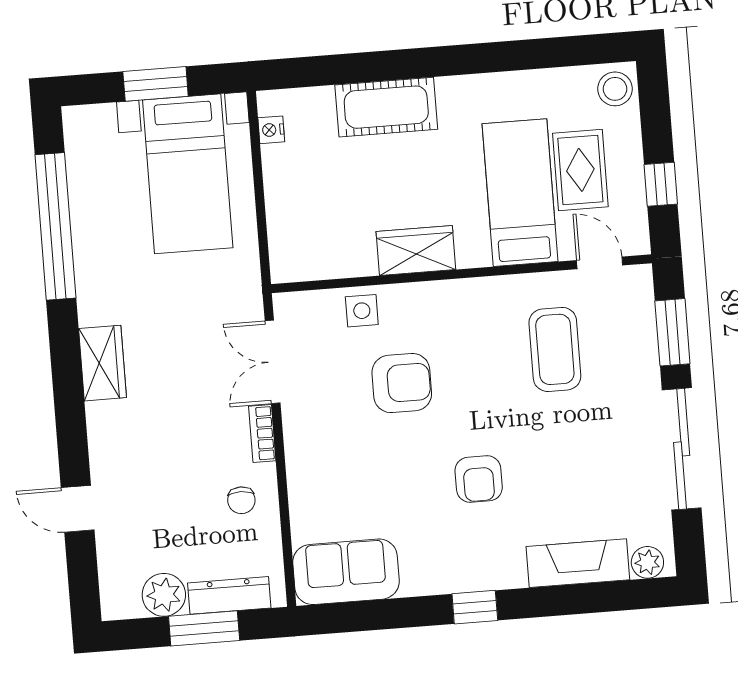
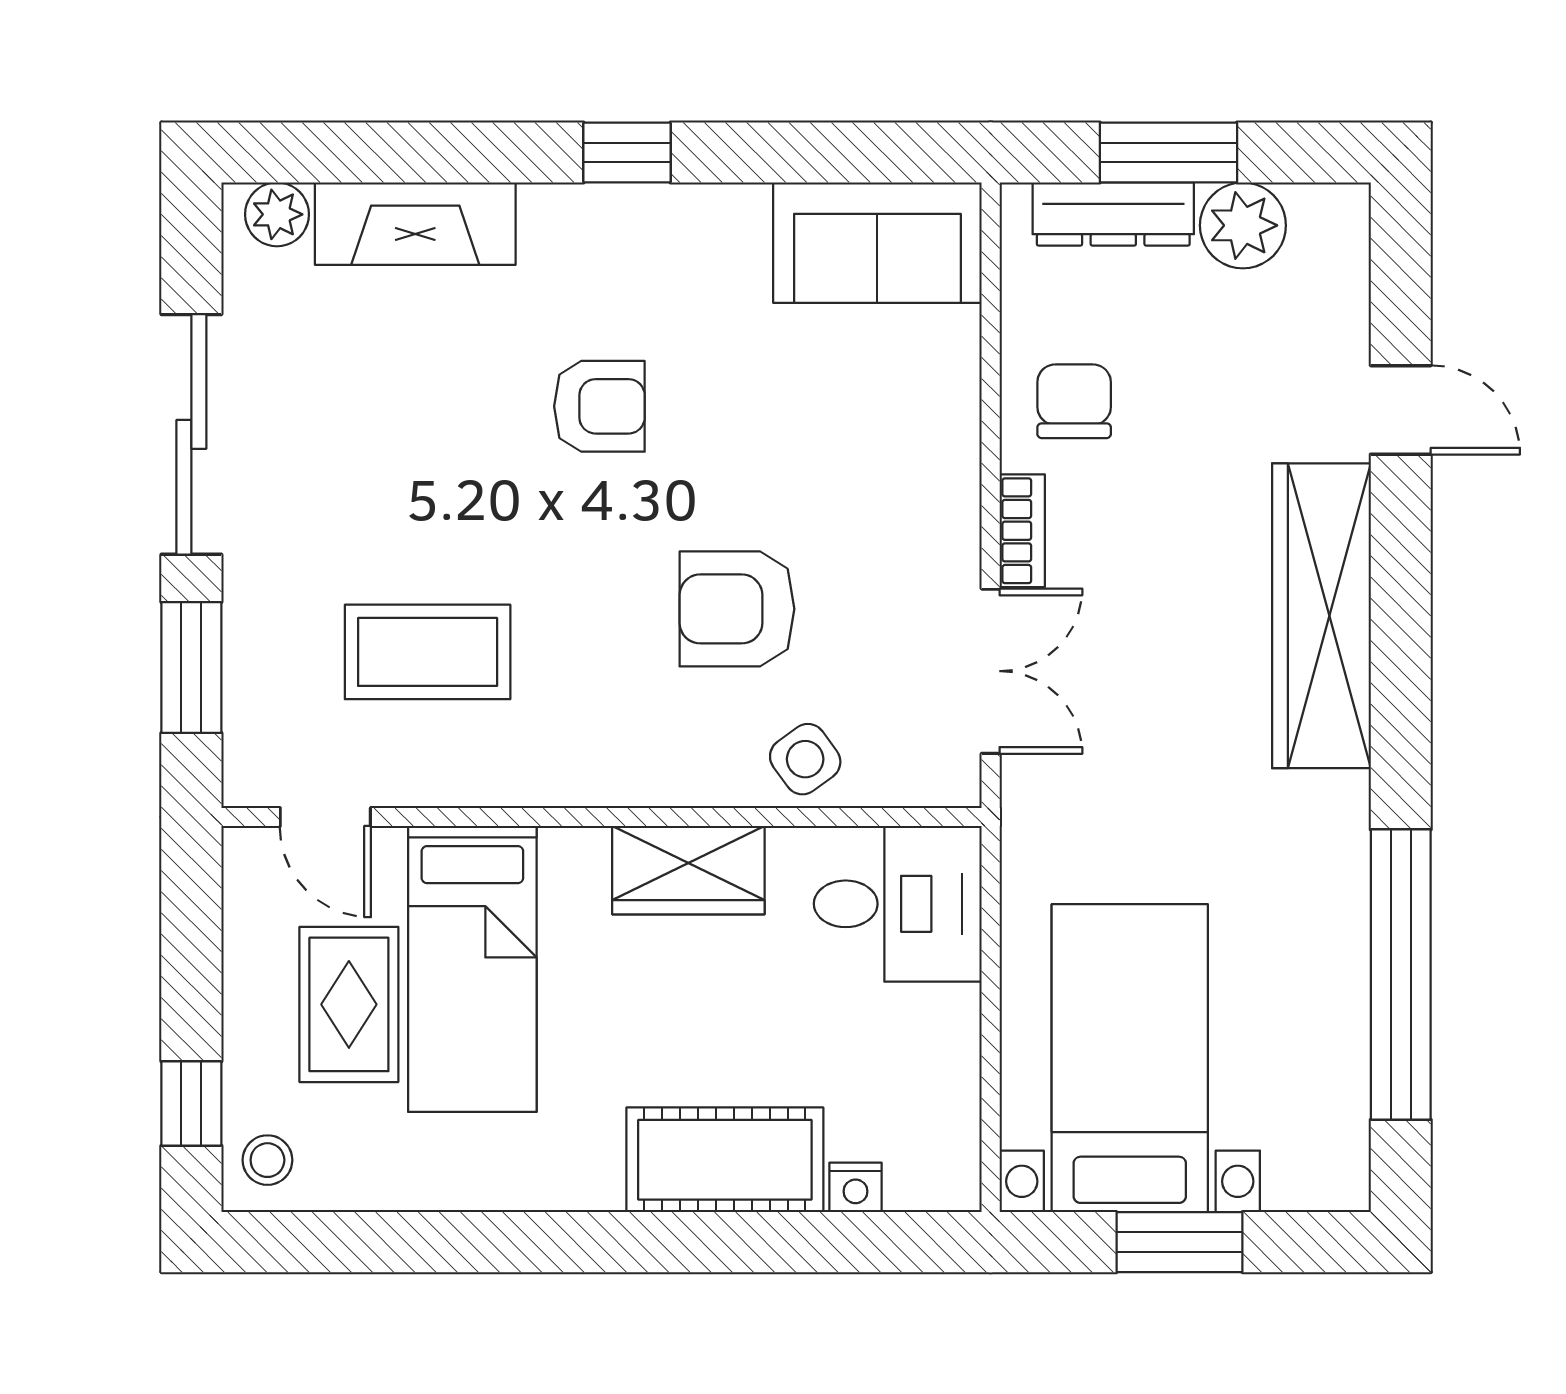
stool: (615, 89) -> (267, 1160), width x0.73, depth x0.73
nightstand: (271, 130) -> (855, 1187), moved, turned 90
window: (661, 184) -> (191, 1104), moved
desk: (310, 242) -> (898, 904), added
side table: (362, 311) -> (805, 759), turned -36
coffee table: (555, 349) -> (428, 652), turned 90
wardrobe: (102, 363) -> (1321, 616), width x2.10, depth x1.17
armchair: (479, 479) -> (599, 406), turned 90
chair: (241, 500) -> (1074, 401), width x1.37, depth x1.37

